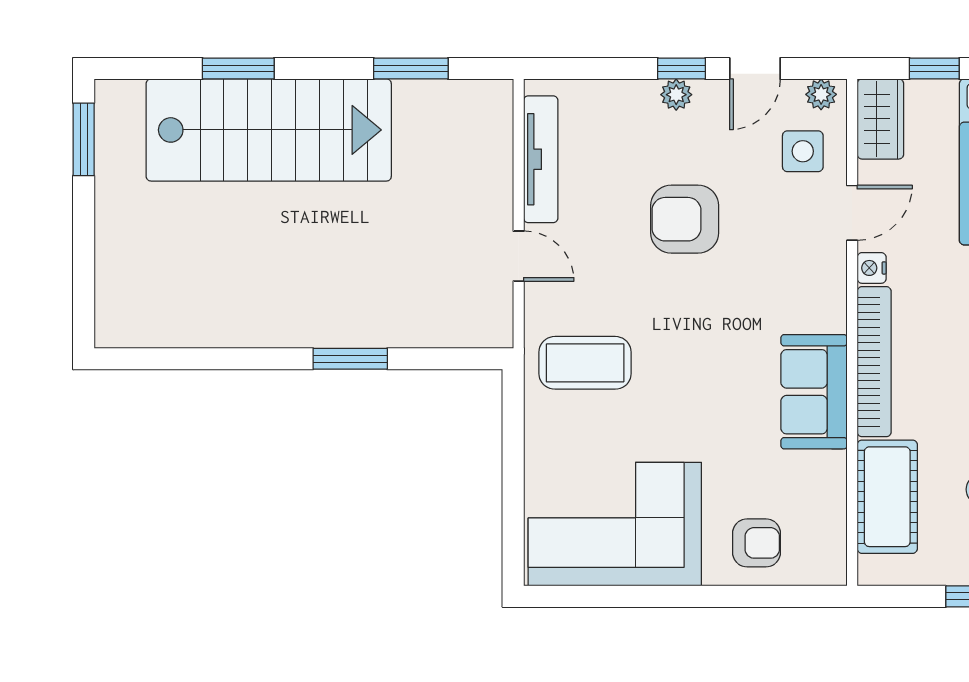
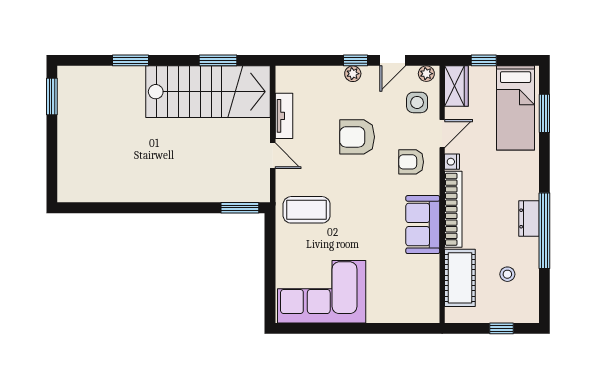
stairs: (269, 130) -> (208, 92), moved
tv unit: (541, 159) -> (284, 116), width x0.71
window: (350, 359) -> (240, 208), moved
armchair: (756, 543) -> (411, 162), moved, turned 180

